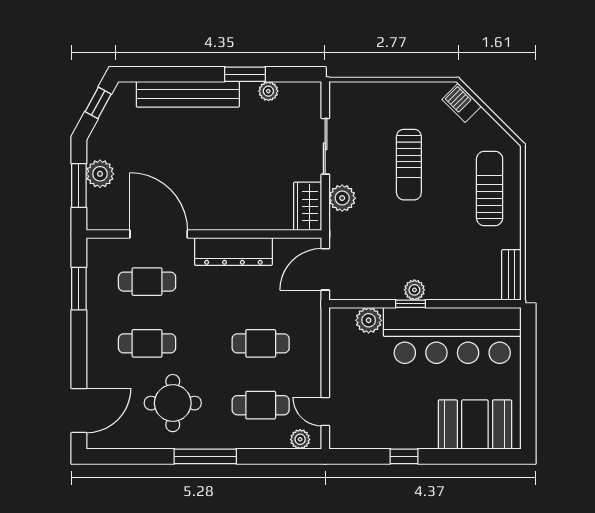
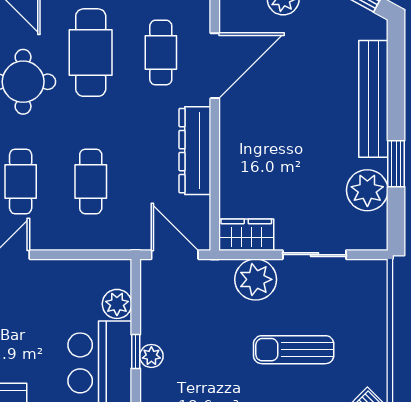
plant: (268, 91) -> (367, 190), width x1.87, depth x1.87
plant: (342, 198) -> (256, 279), width x1.36, depth x1.36
cafe table: (147, 343) -> (91, 53), width x1.37, depth x1.35

